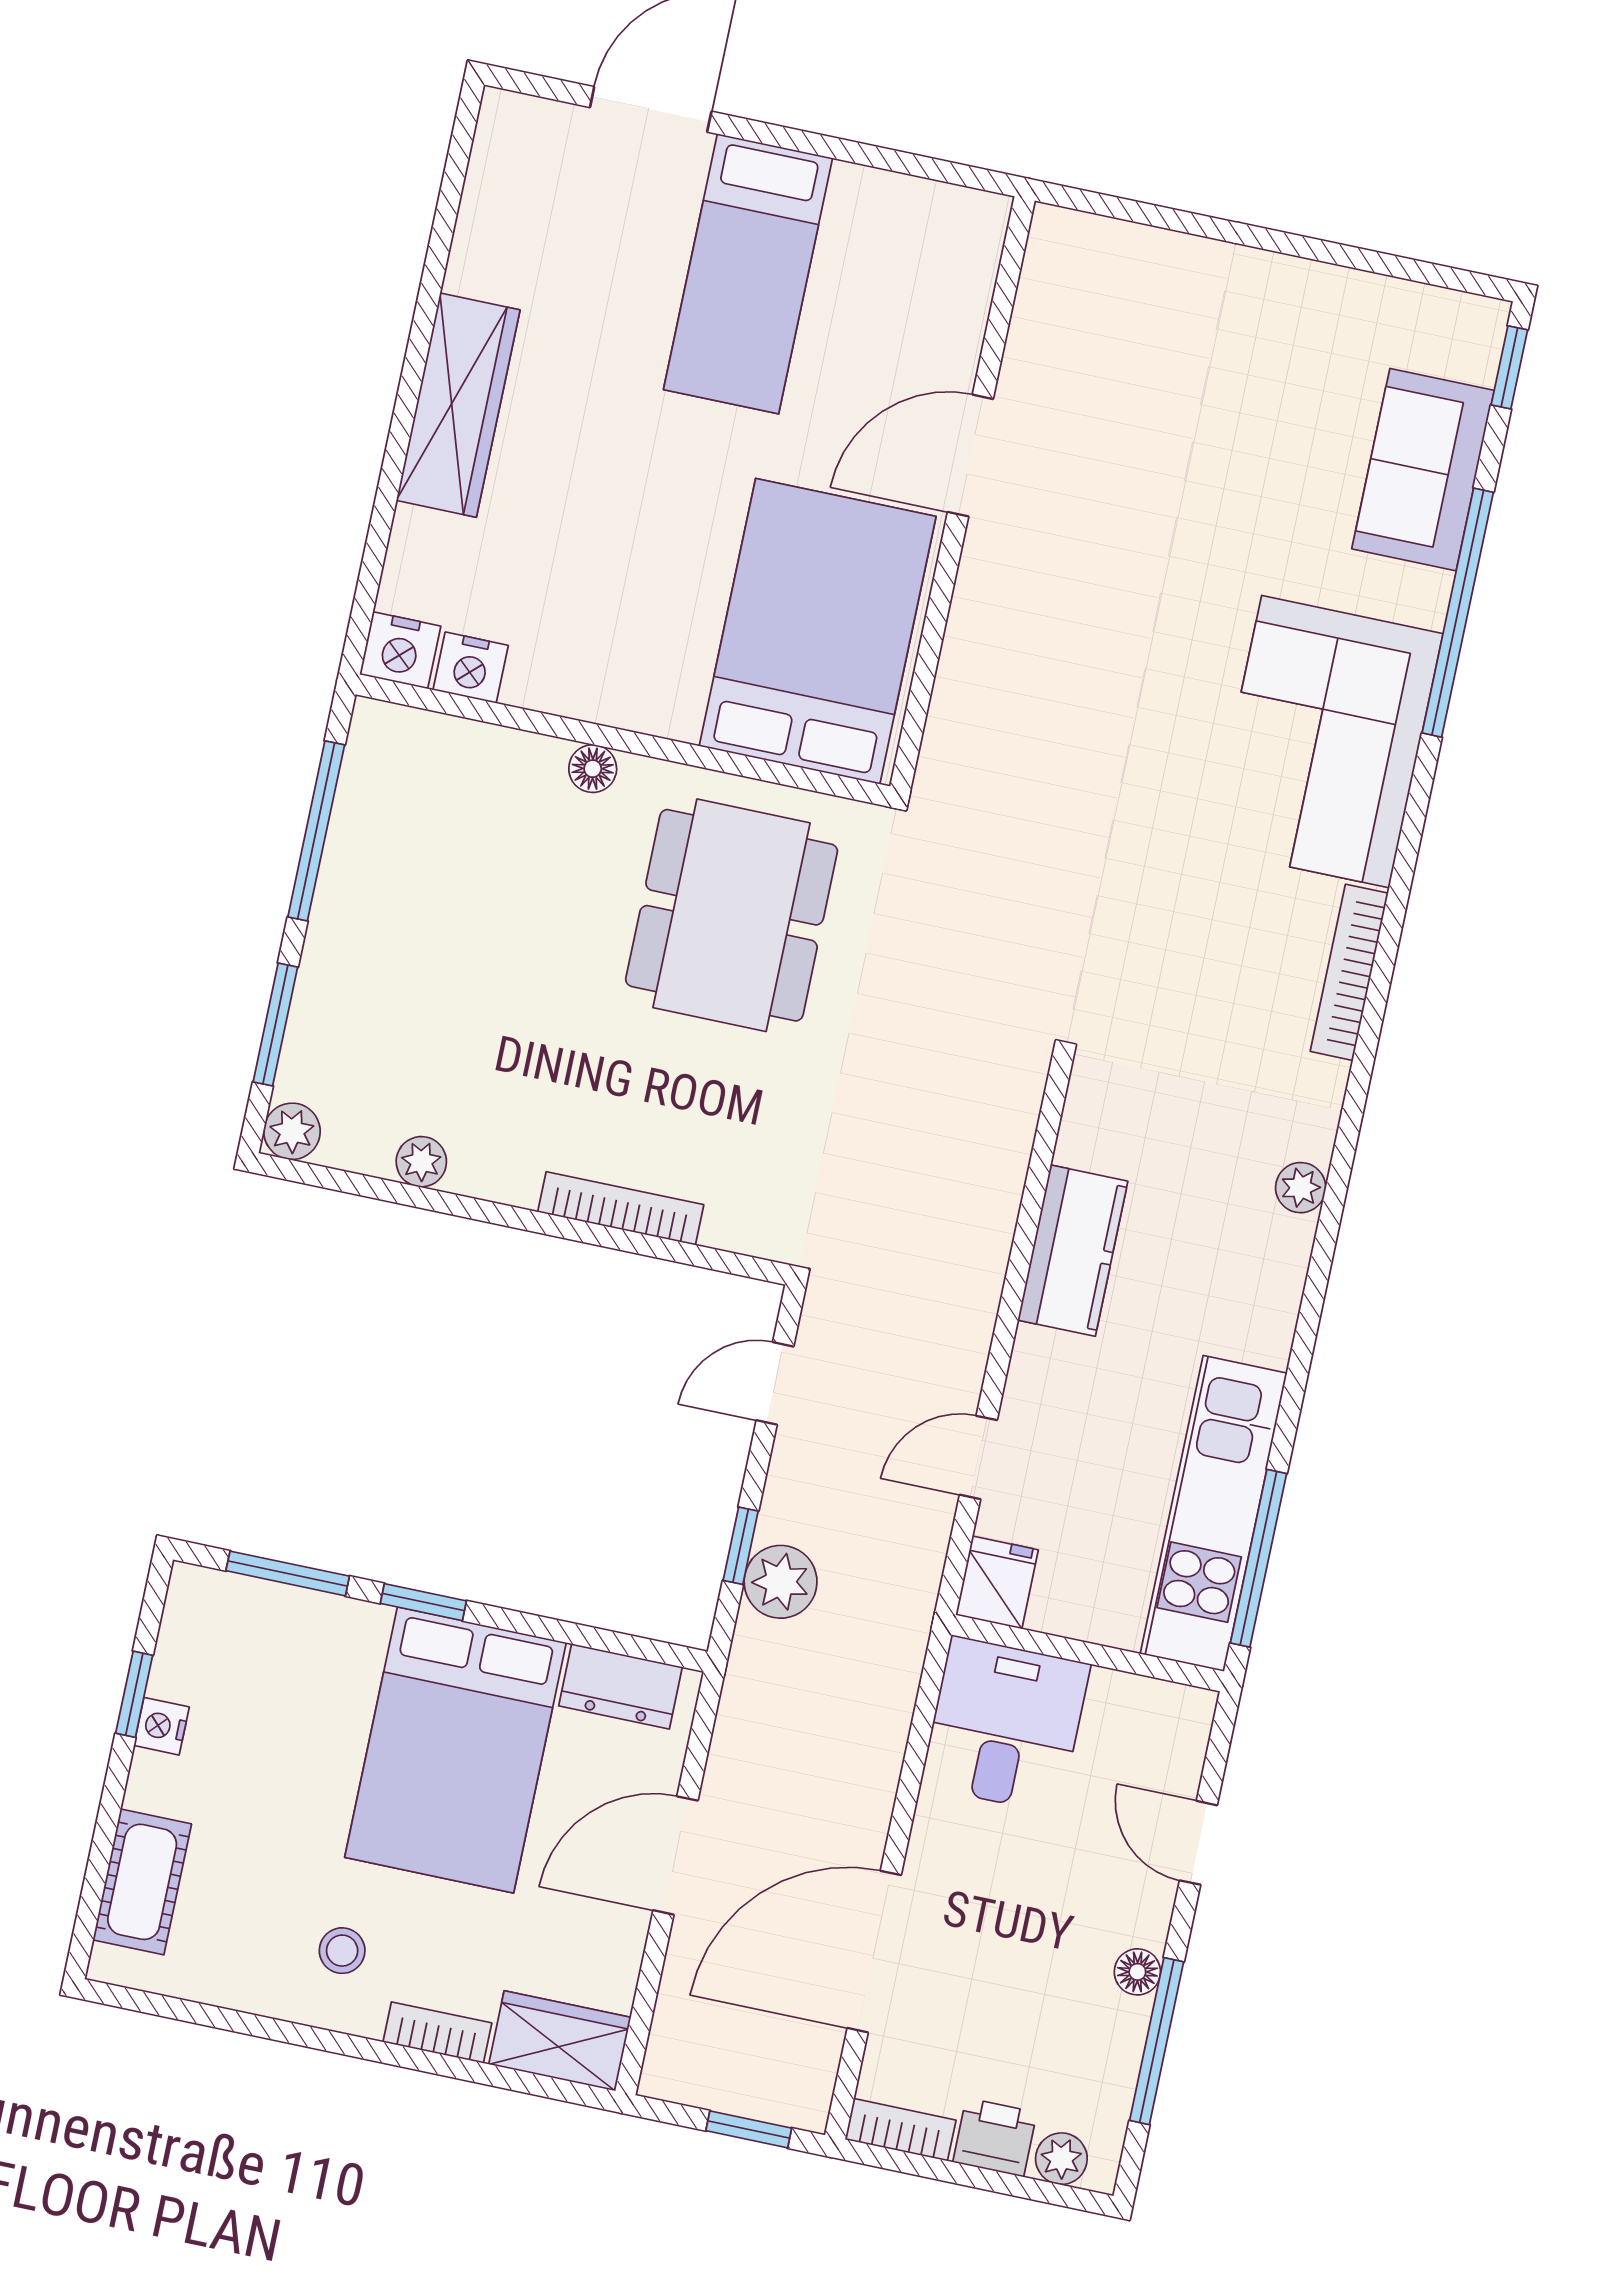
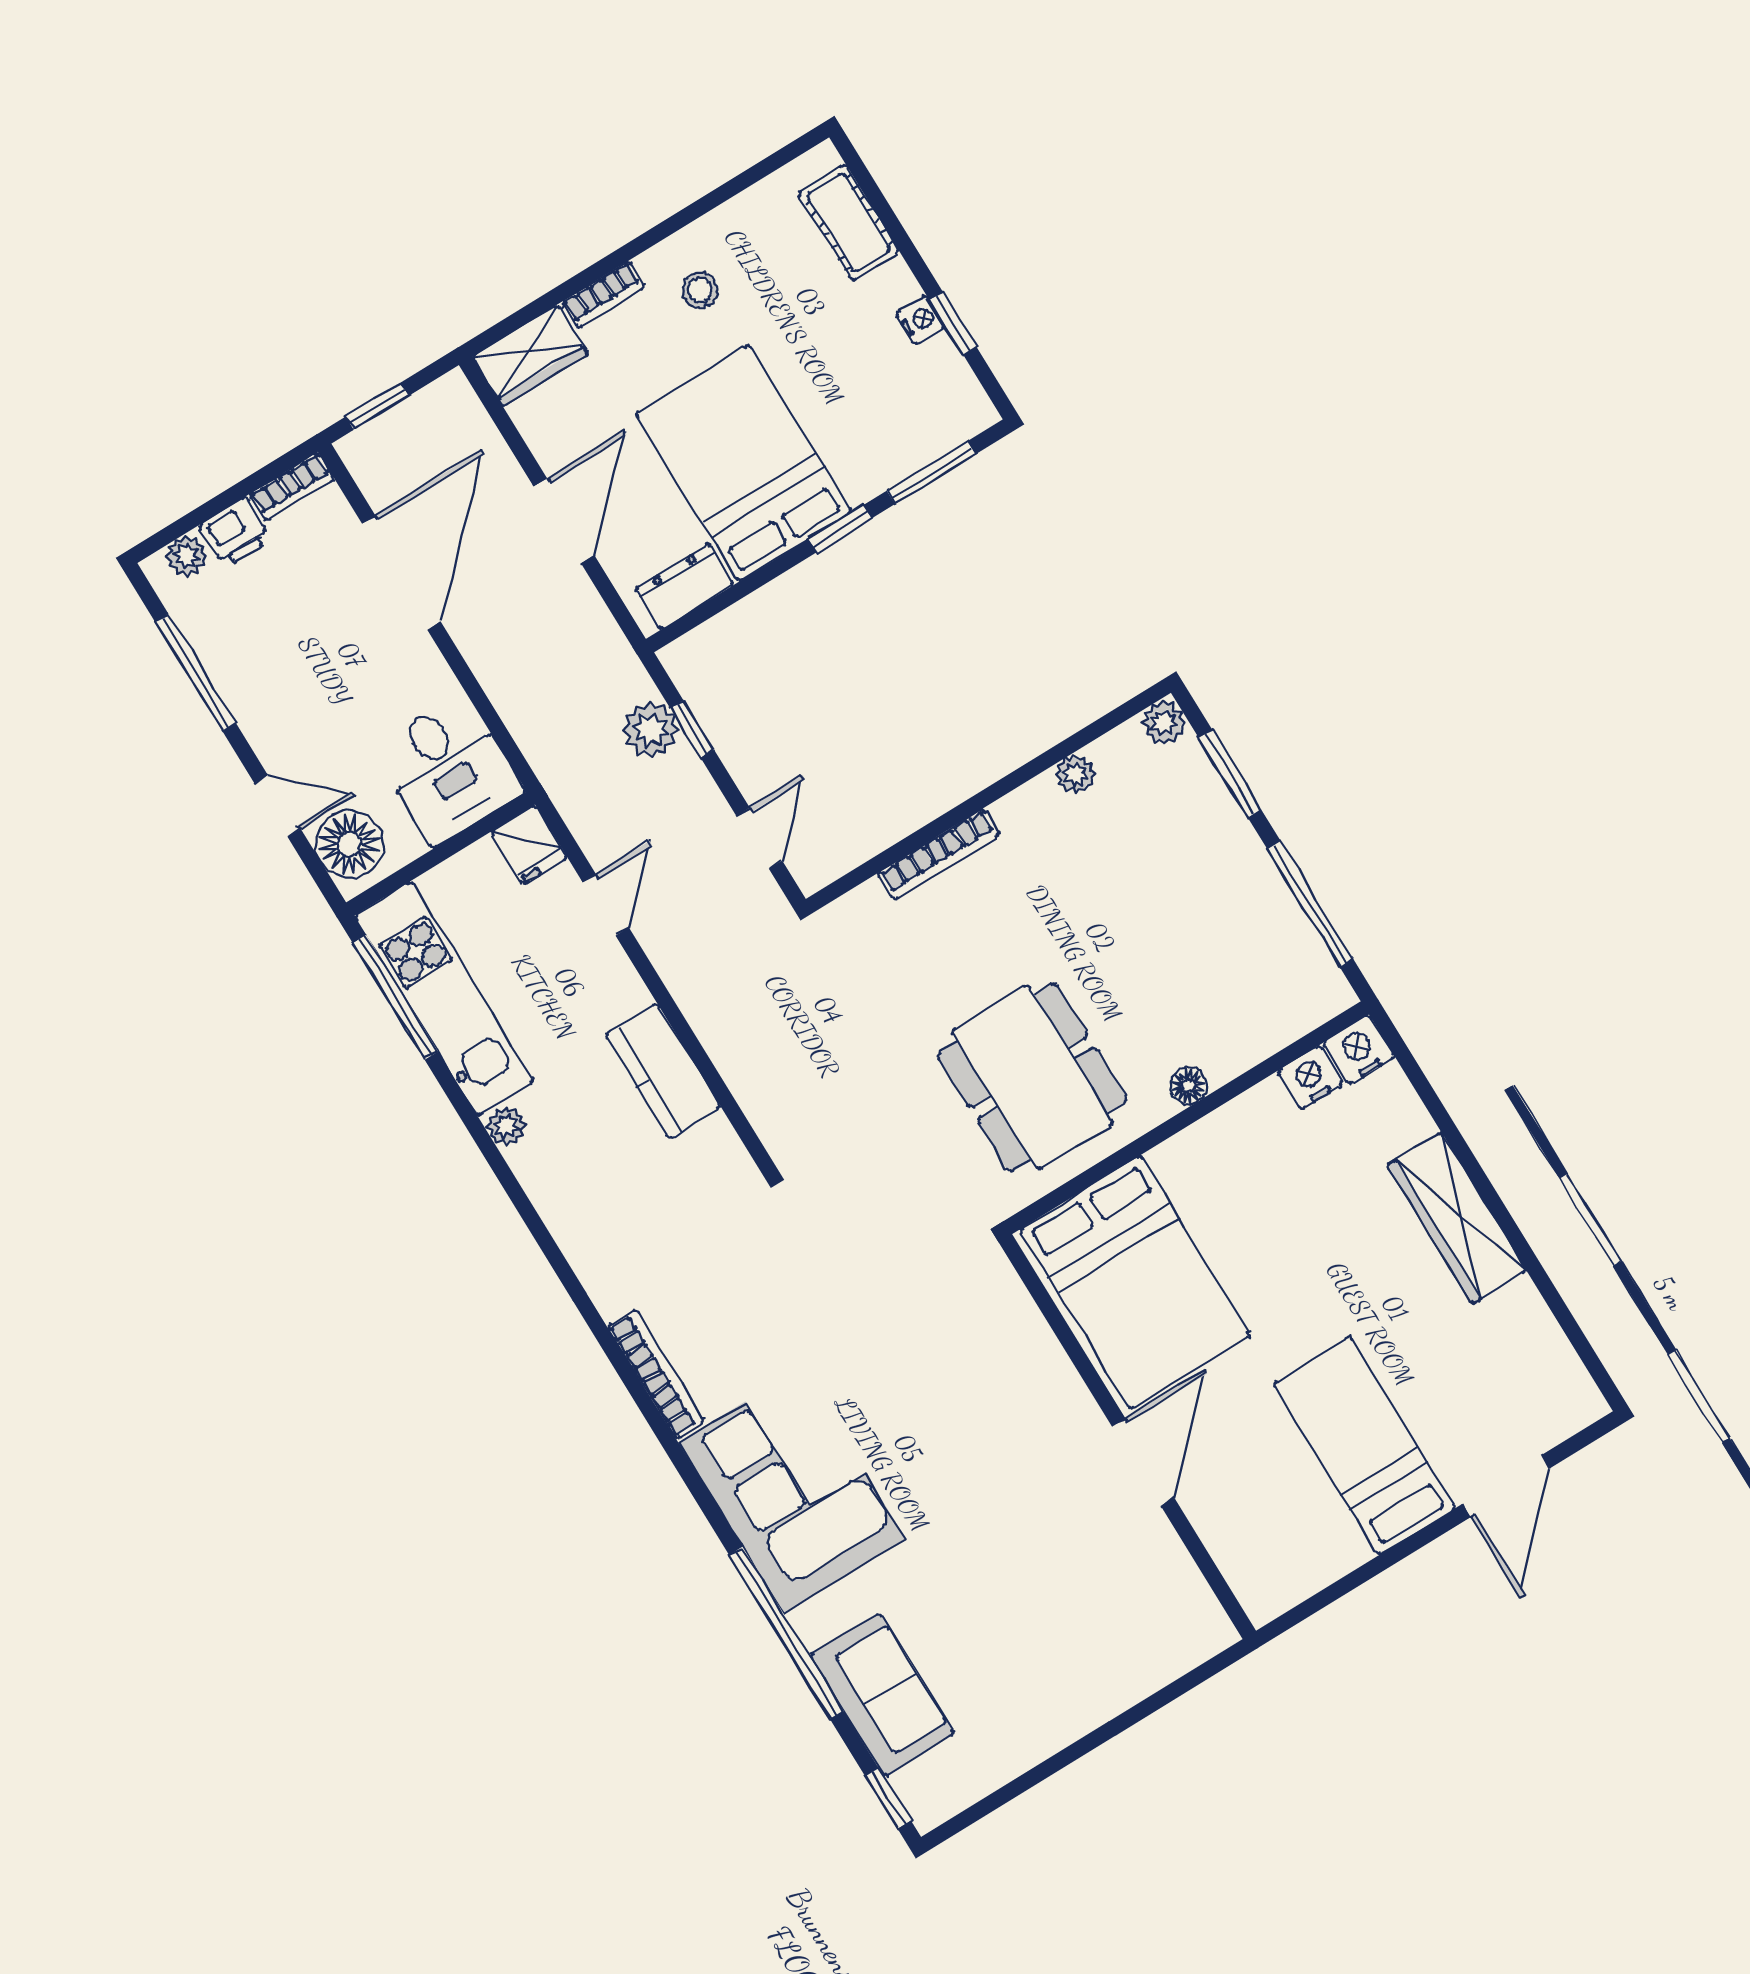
plant: (1301, 1188) -> (506, 1126), moved
floor lamp: (1137, 1972) -> (350, 844), moved, width x1.89, depth x1.89

